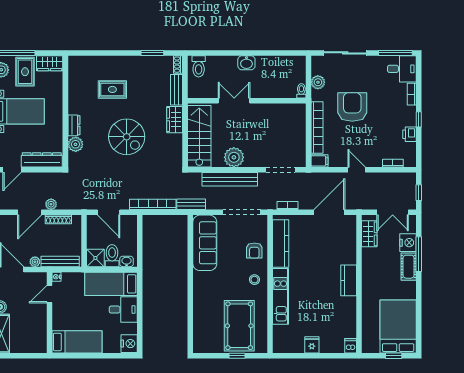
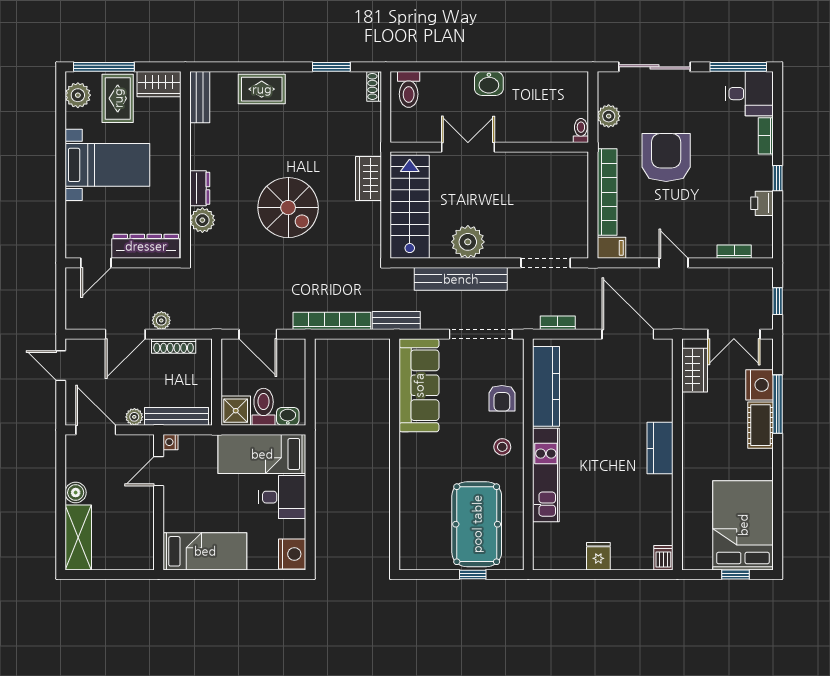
rug: (112, 89) -> (262, 89), moved
bench: (176, 90) -> (200, 97), moved
door: (329, 212) -> (628, 334), hinge flipped

